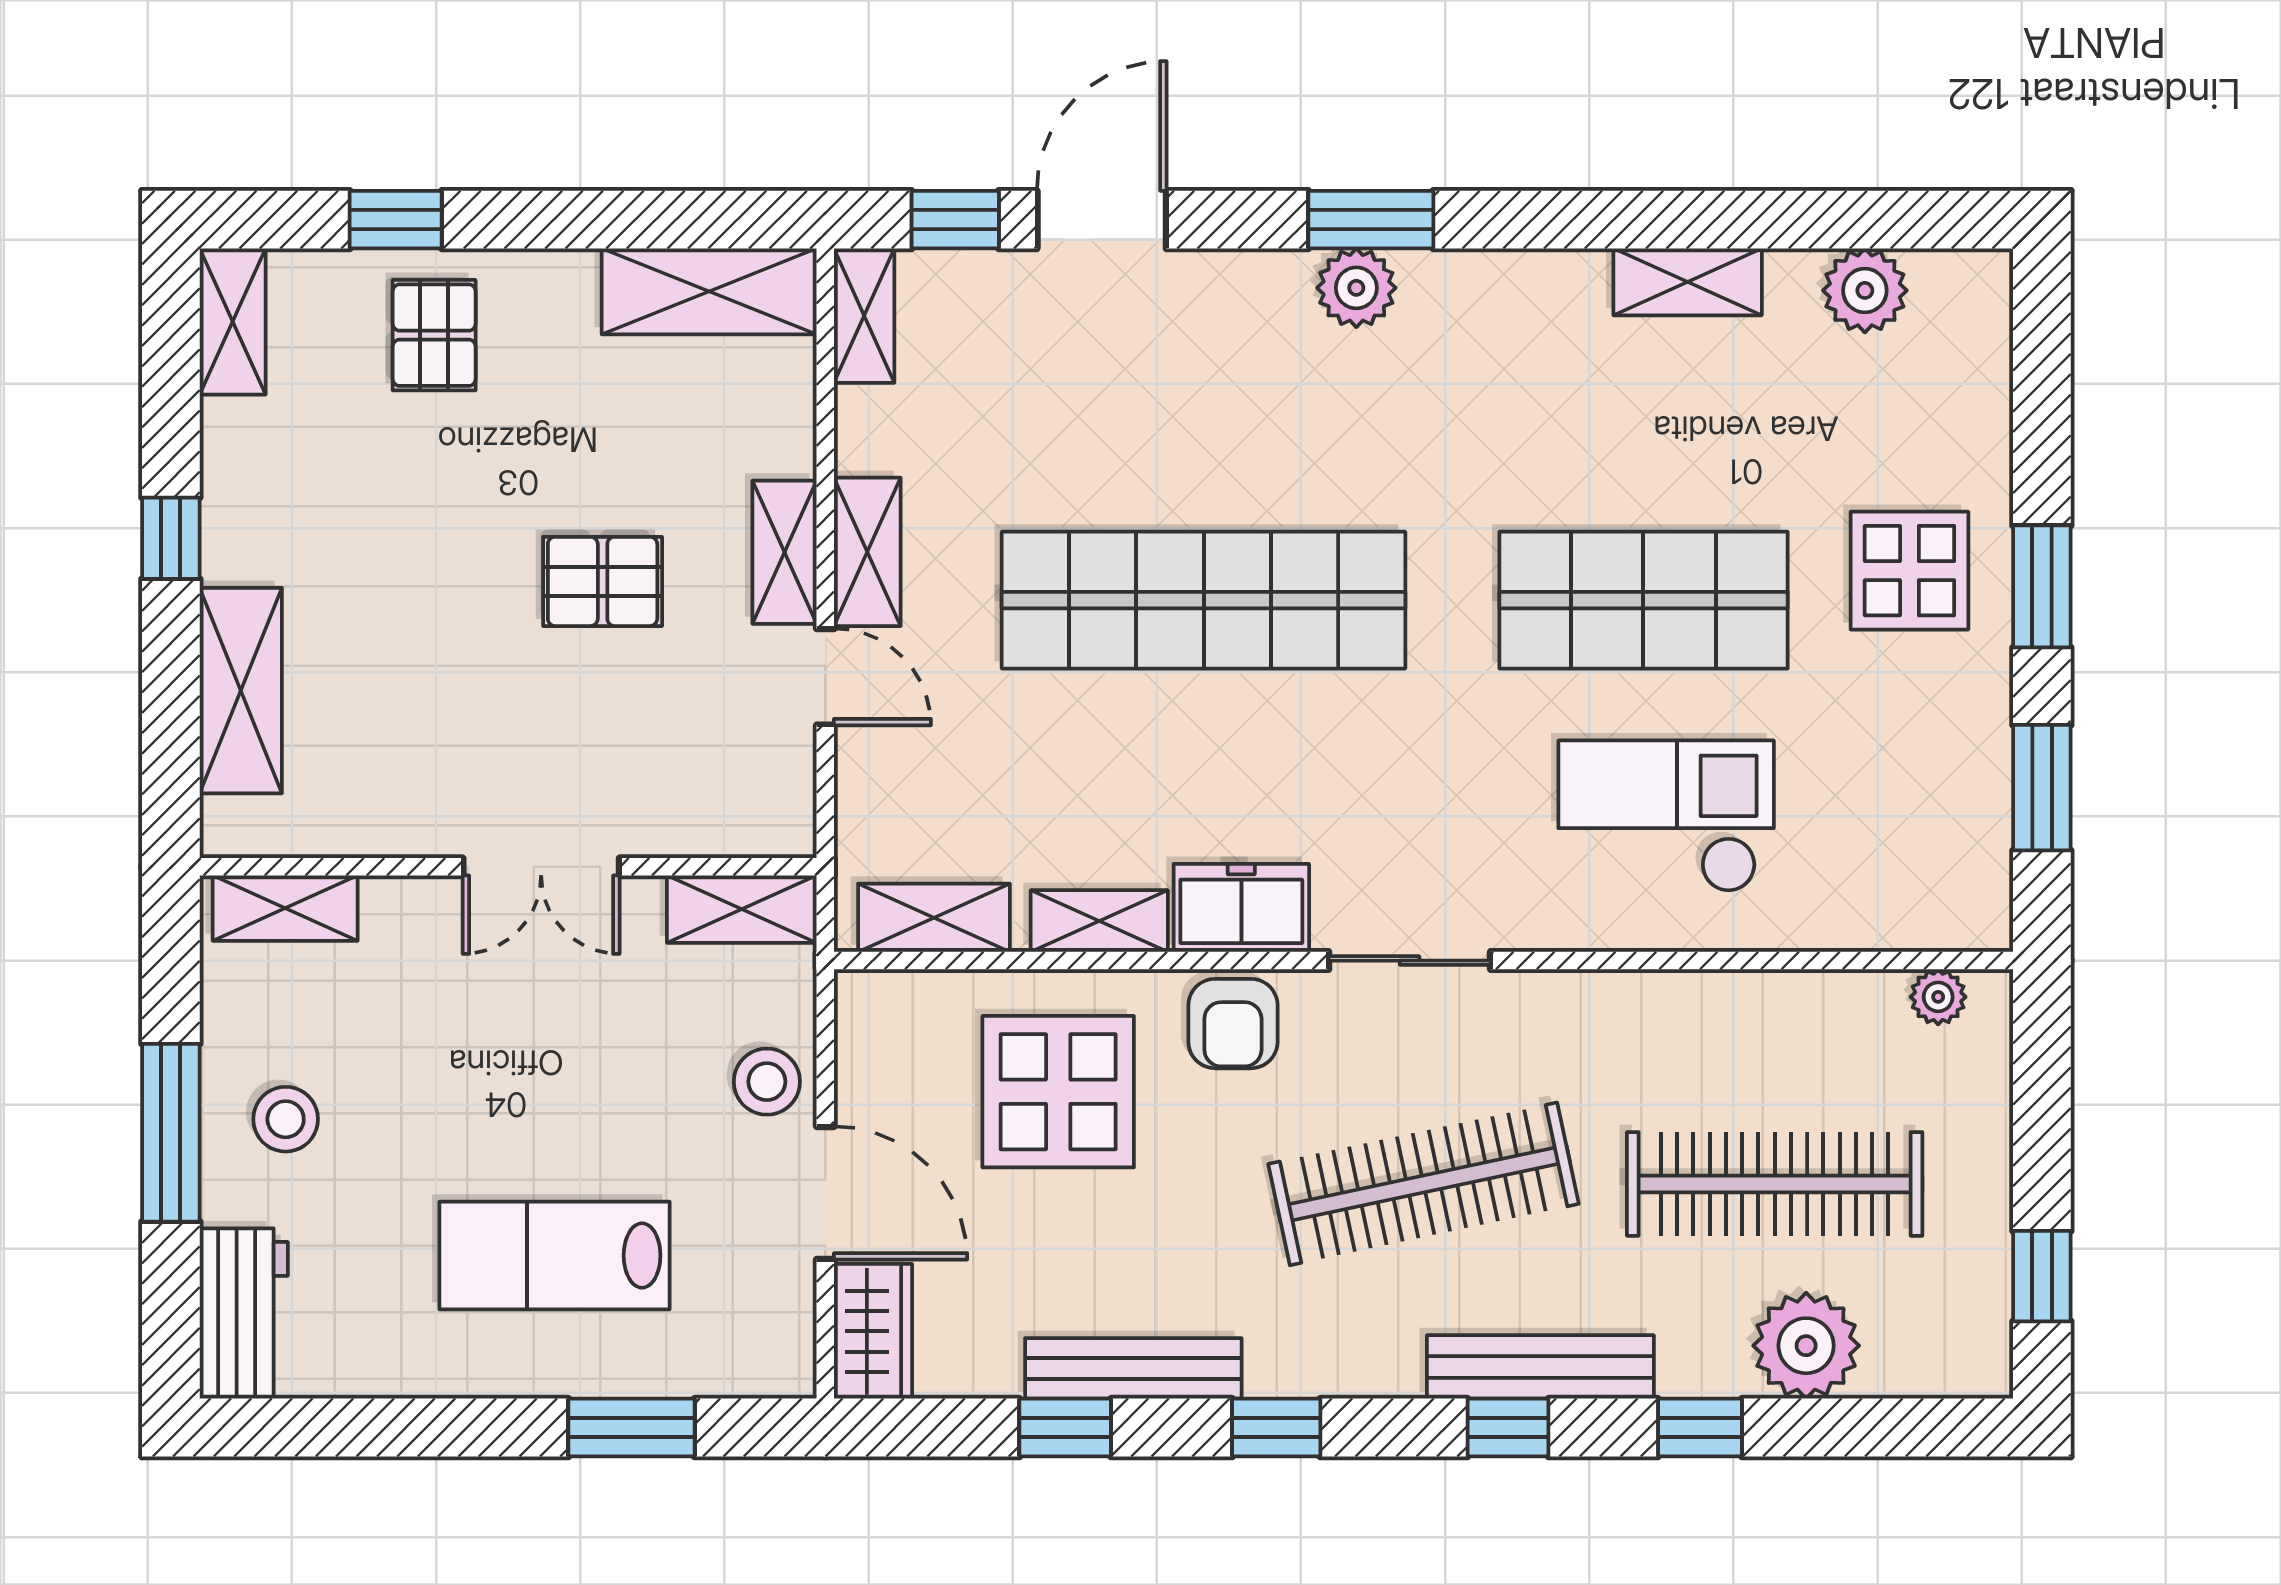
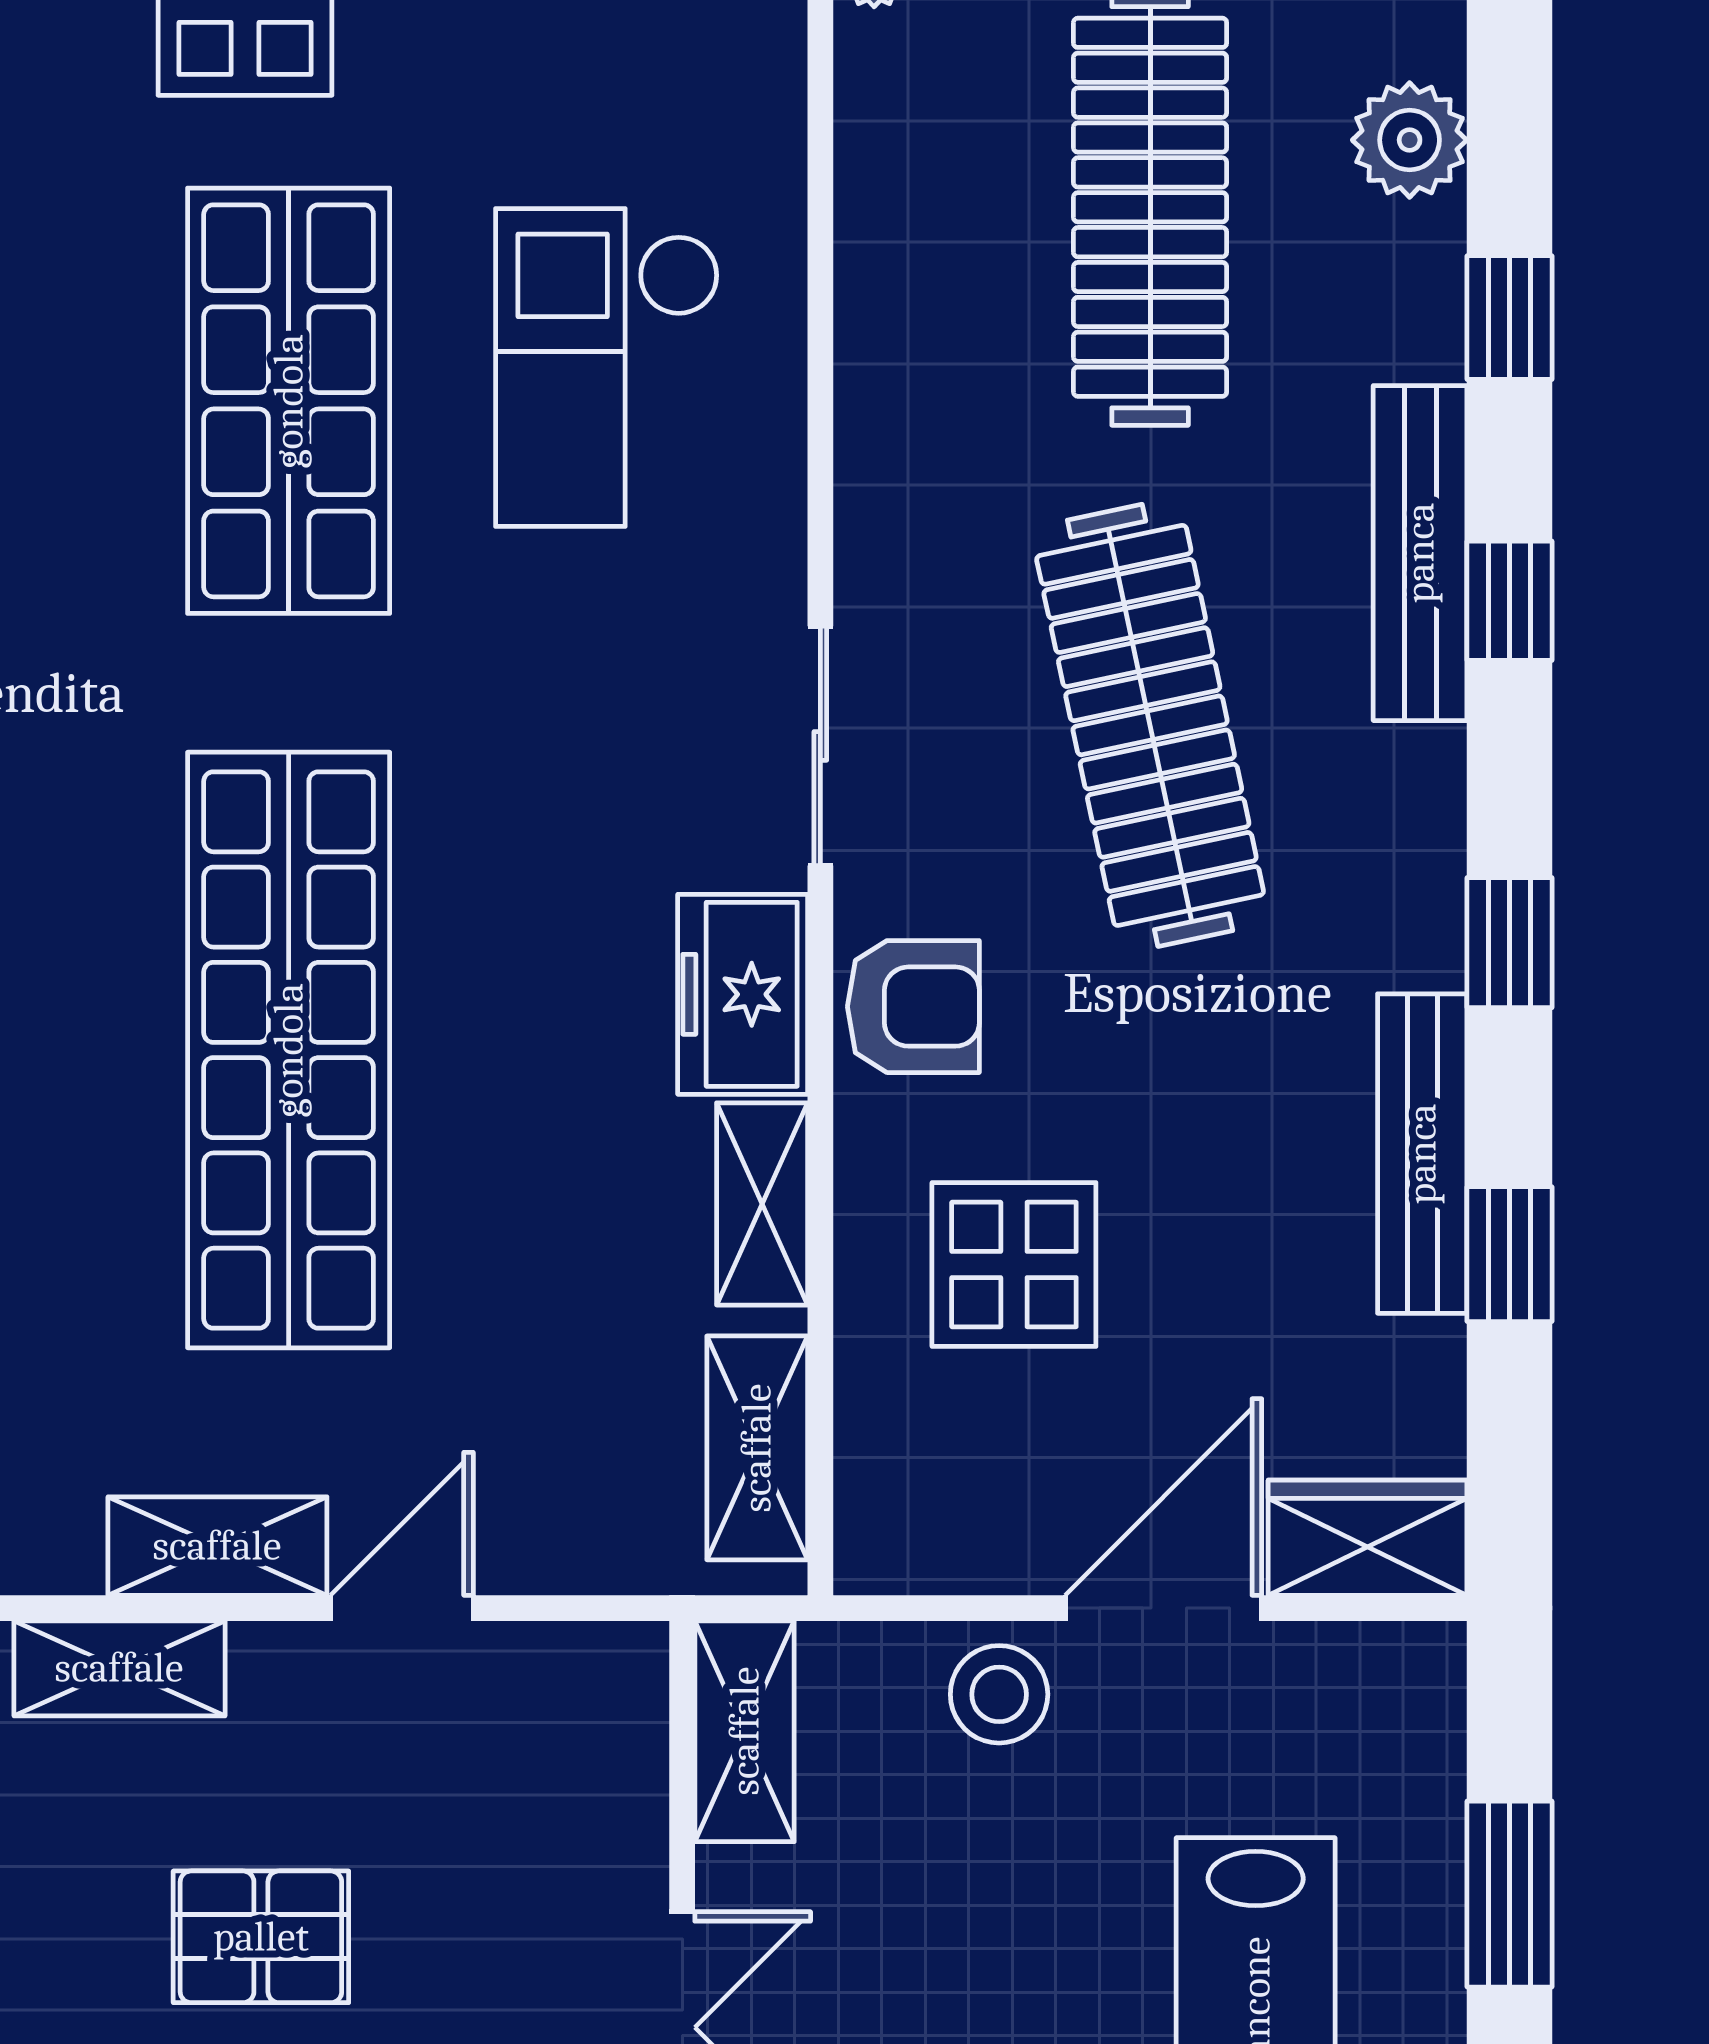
shelving: (784, 552) -> (119, 1668), moved
pallet: (603, 581) -> (261, 1937), turned 90
display table: (1058, 1092) -> (1014, 1265), width x0.73, depth x0.73
plant: (1806, 1346) -> (1410, 140), width x0.73, depth x0.73

